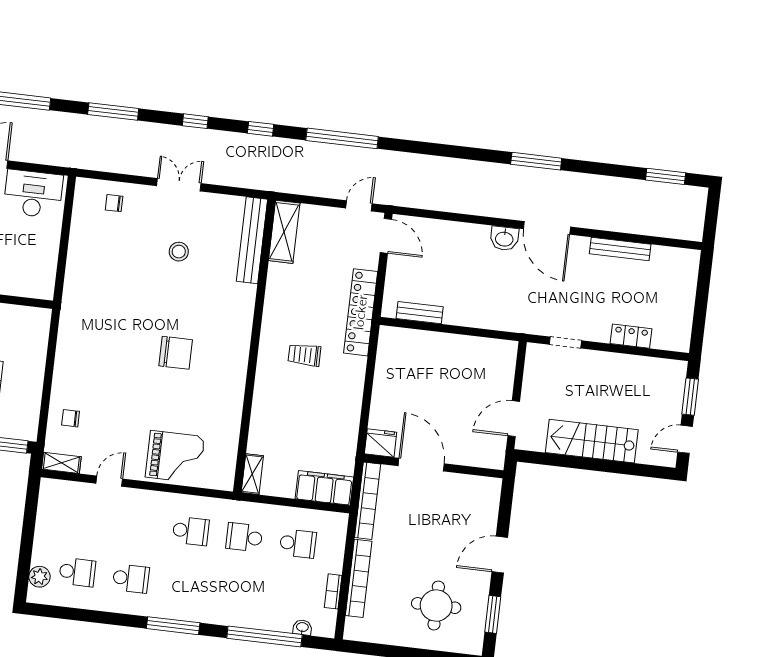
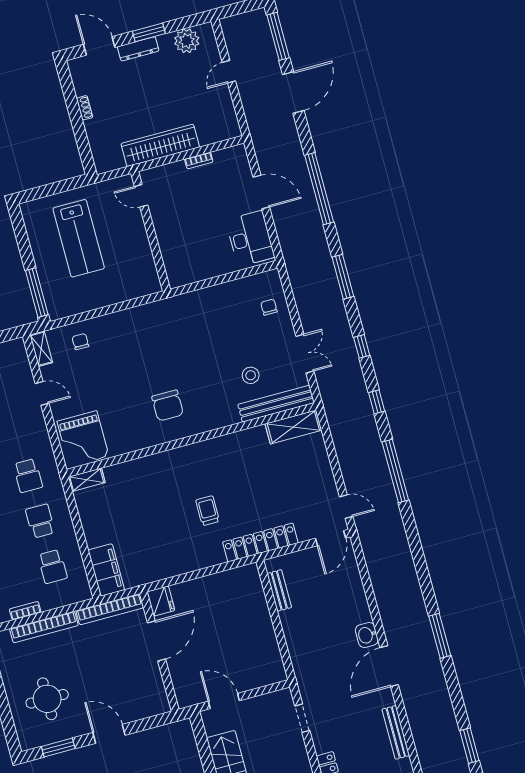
shelving: (284, 232) -> (293, 427), moved
bench: (252, 240) -> (276, 404), moved
wall: (254, 346) -> (191, 440), moved
shelving: (252, 474) -> (87, 480), moved

